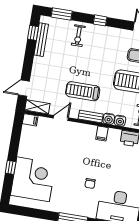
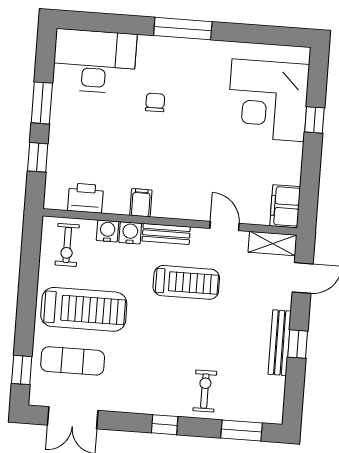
window: (33, 33) -> (298, 344), moved
bench: (41, 40) -> (280, 343), moved
door: (61, 118) -> (225, 226), swing flipped
filing cabinet: (30, 120) -> (285, 206), width x2.00

